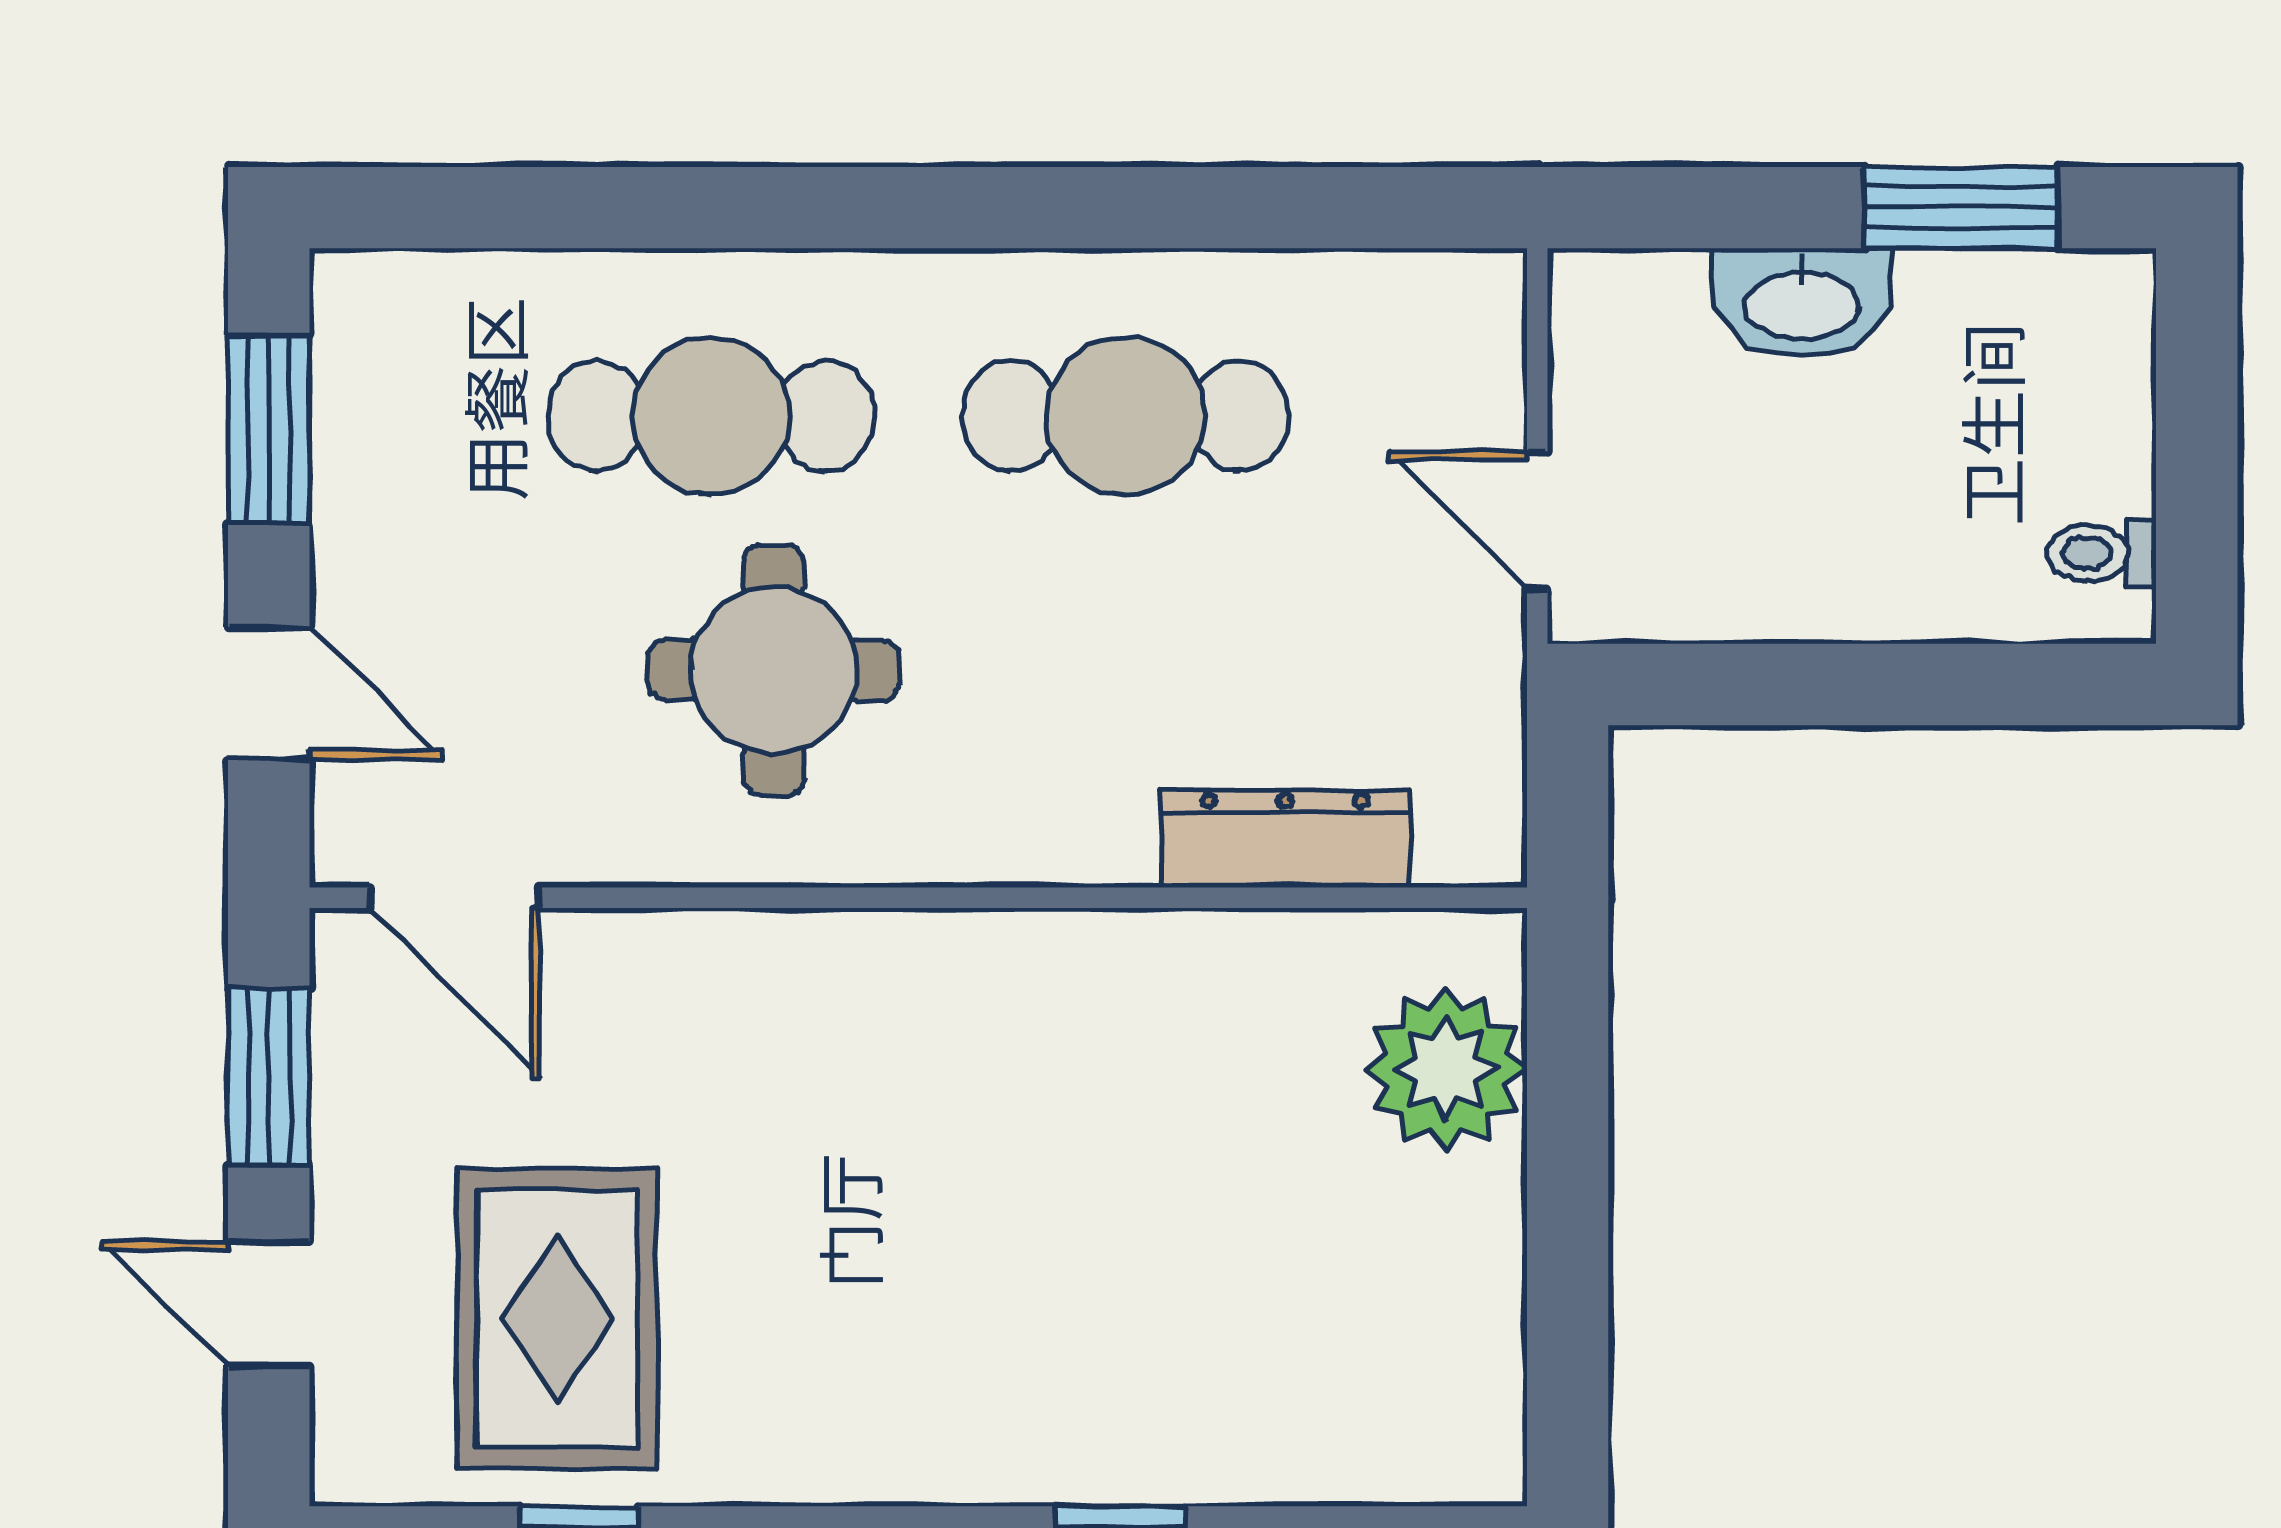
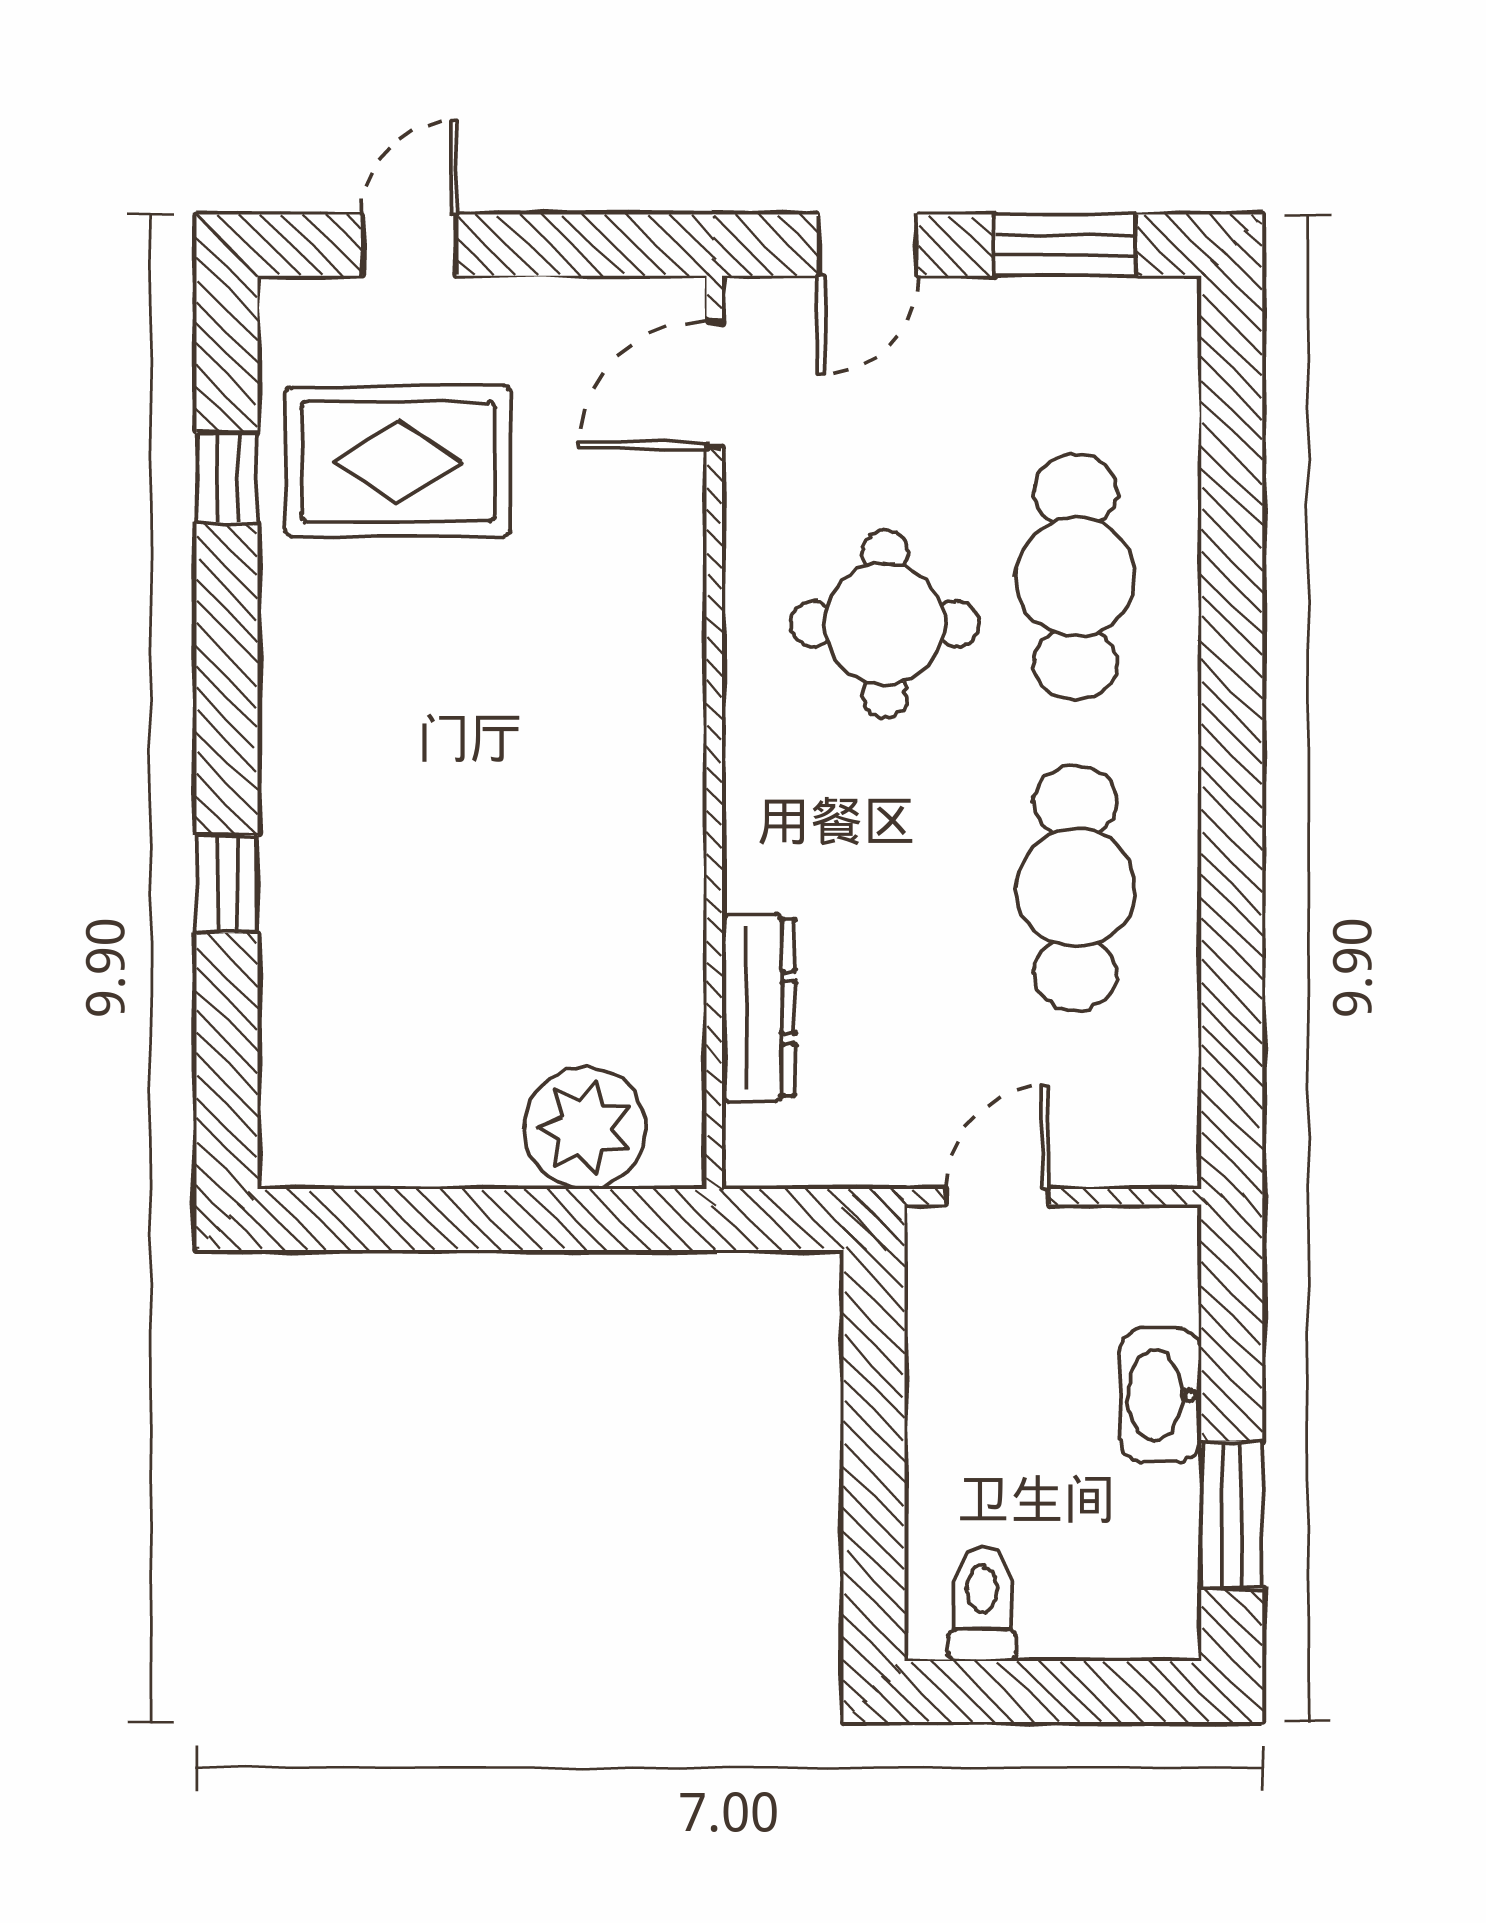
toilet: (2102, 553) -> (982, 1604), width x1.37, depth x1.39
window: (269, 1077) -> (579, 245), removed

